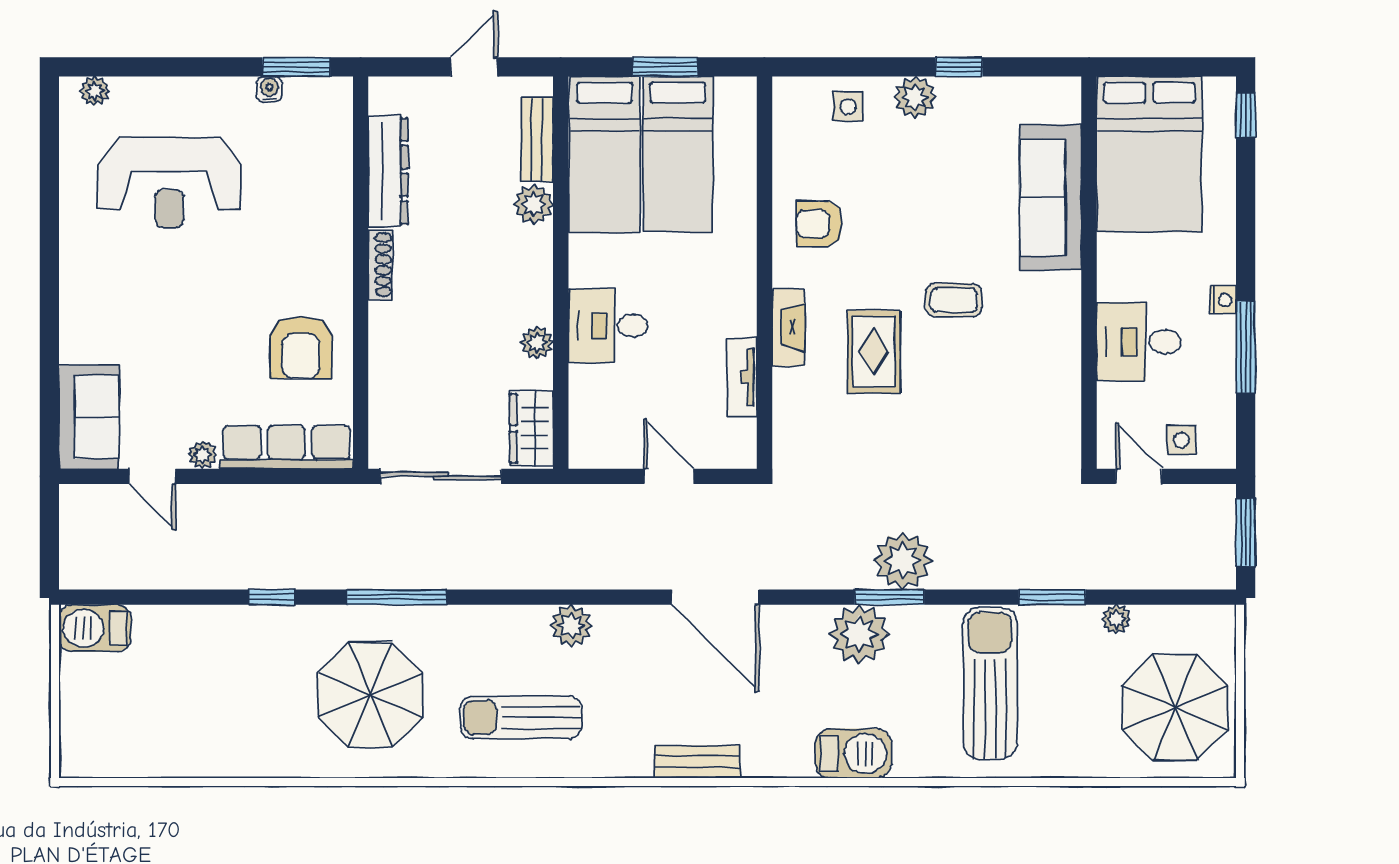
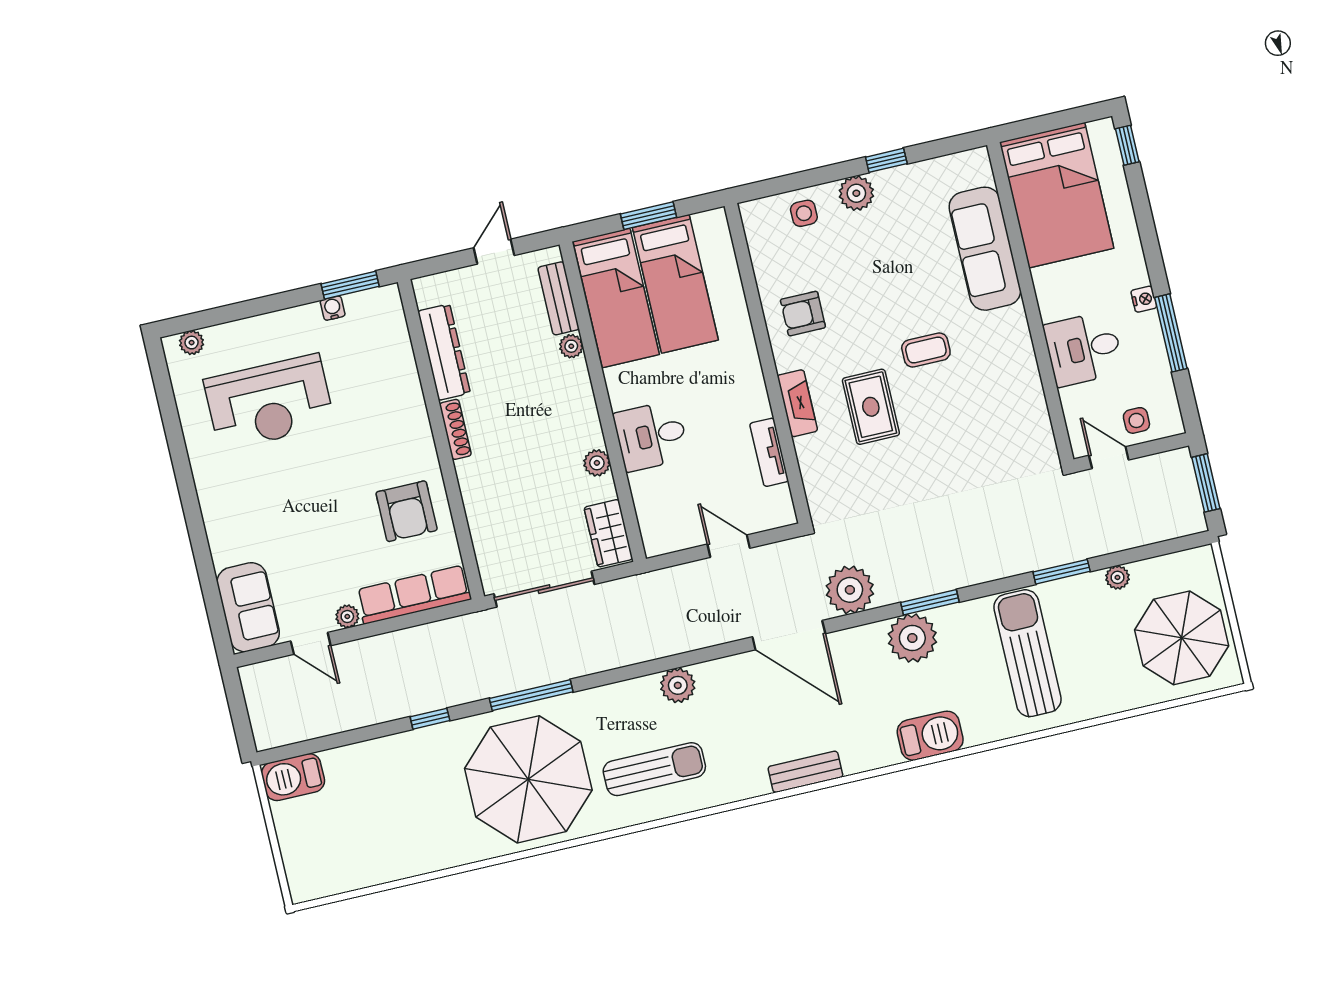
plant: (533, 204) -> (571, 346), width x0.73, depth x0.73
plant: (903, 561) -> (850, 590), moved
parasol: (370, 695) -> (528, 779), width x1.36, depth x1.36
sun lounger: (521, 717) -> (654, 769), turned 180

